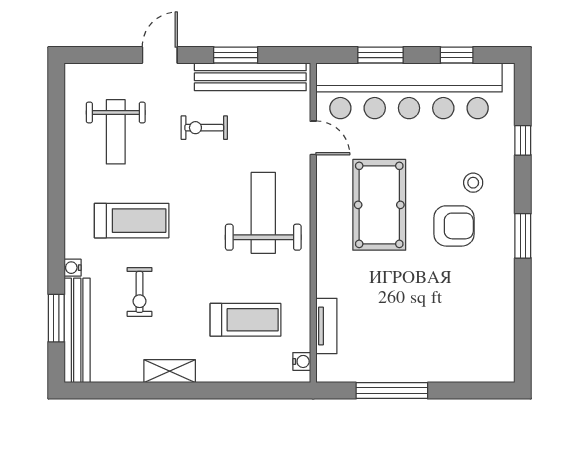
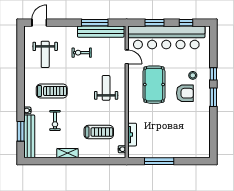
door: (160, 55) -> (39, 23), moved
window: (236, 55) -> (95, 23), width x1.44
window: (523, 140) -> (213, 74), moved
weight bench: (263, 213) -> (106, 88), width x0.73, depth x0.75

